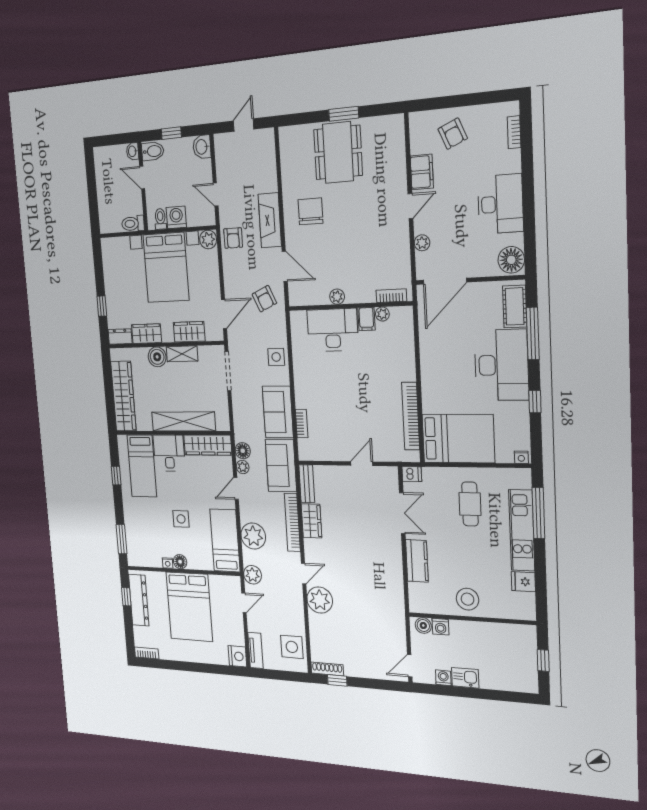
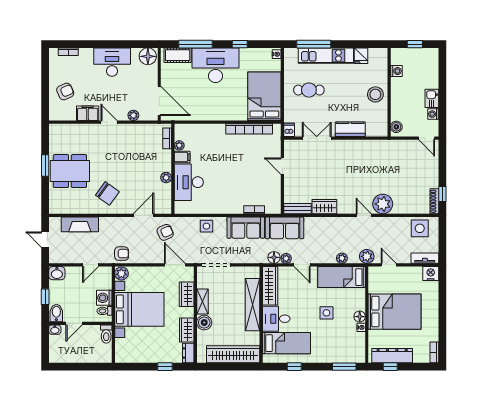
chair: (311, 211) -> (107, 193), turned -144
fireplace: (270, 220) -> (80, 224), moved
bookcase: (292, 522) -> (326, 222), removed
plant: (253, 536) -> (342, 258), width x0.53, depth x0.53
washing machine: (441, 627) -> (396, 71), moved

